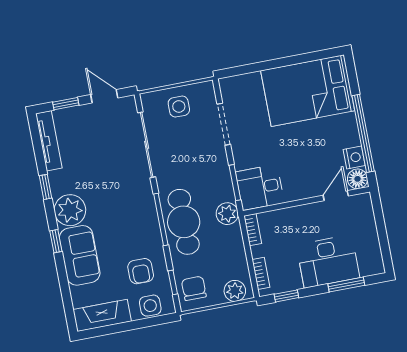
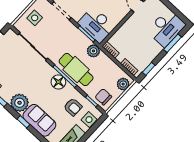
desk: (260, 187) -> (96, 25), width x1.37
floor lamp: (146, 221) -> (58, 82), added
desk: (328, 261) -> (166, 28), moved

